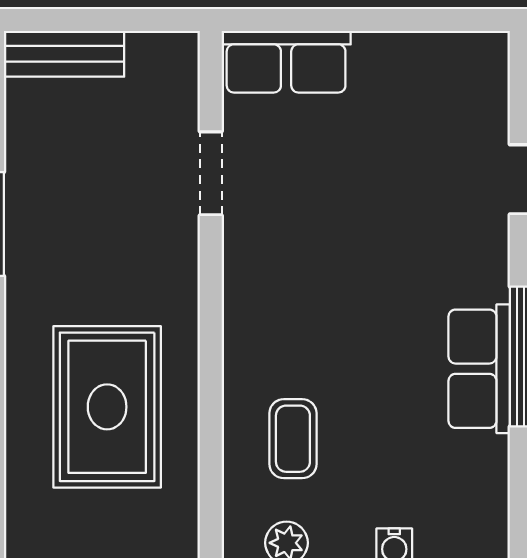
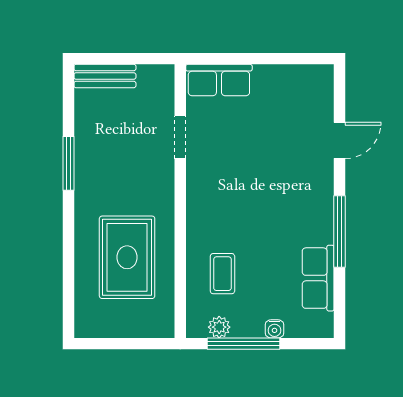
row of seats: (479, 369) -> (318, 278), moved

